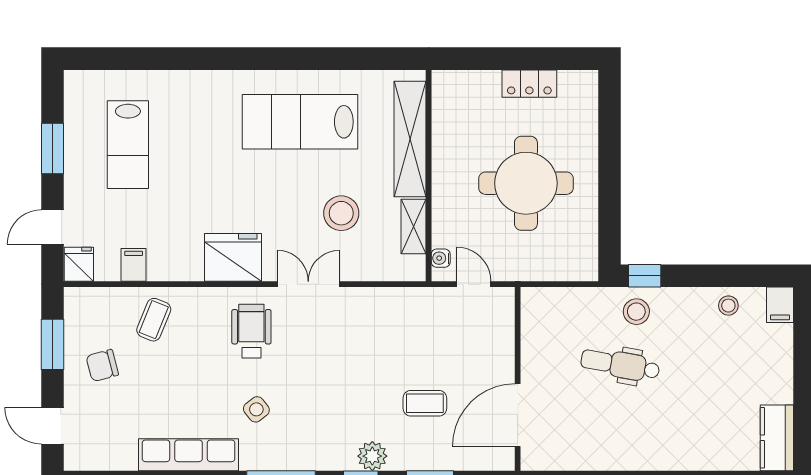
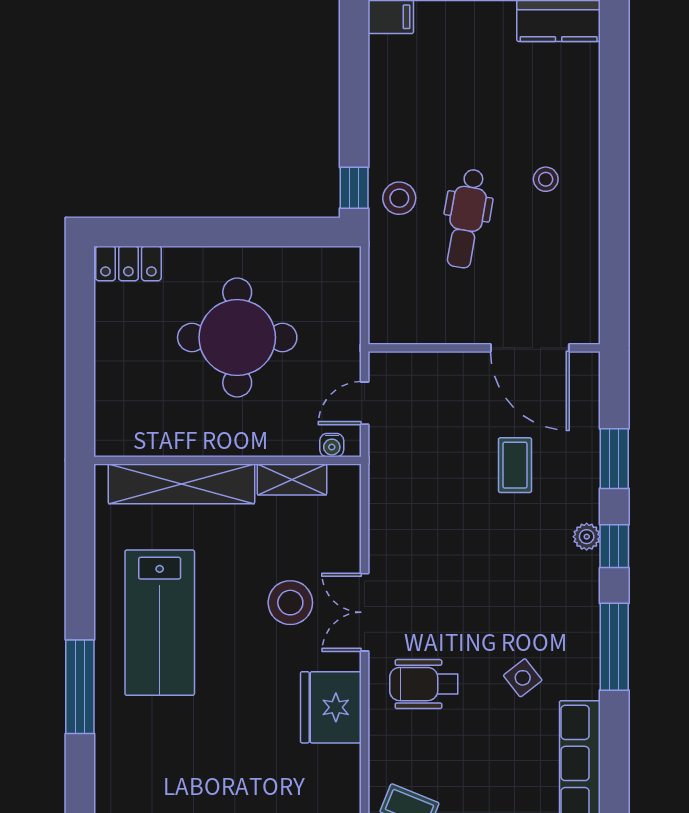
window: (249, 59) -> (80, 687), added
locker: (529, 84) -> (128, 263), moved, turned 90
stool: (341, 213) -> (290, 603), moved
stool: (728, 306) -> (546, 179), moved
plant: (372, 456) -> (587, 537), width x0.73, depth x0.73

